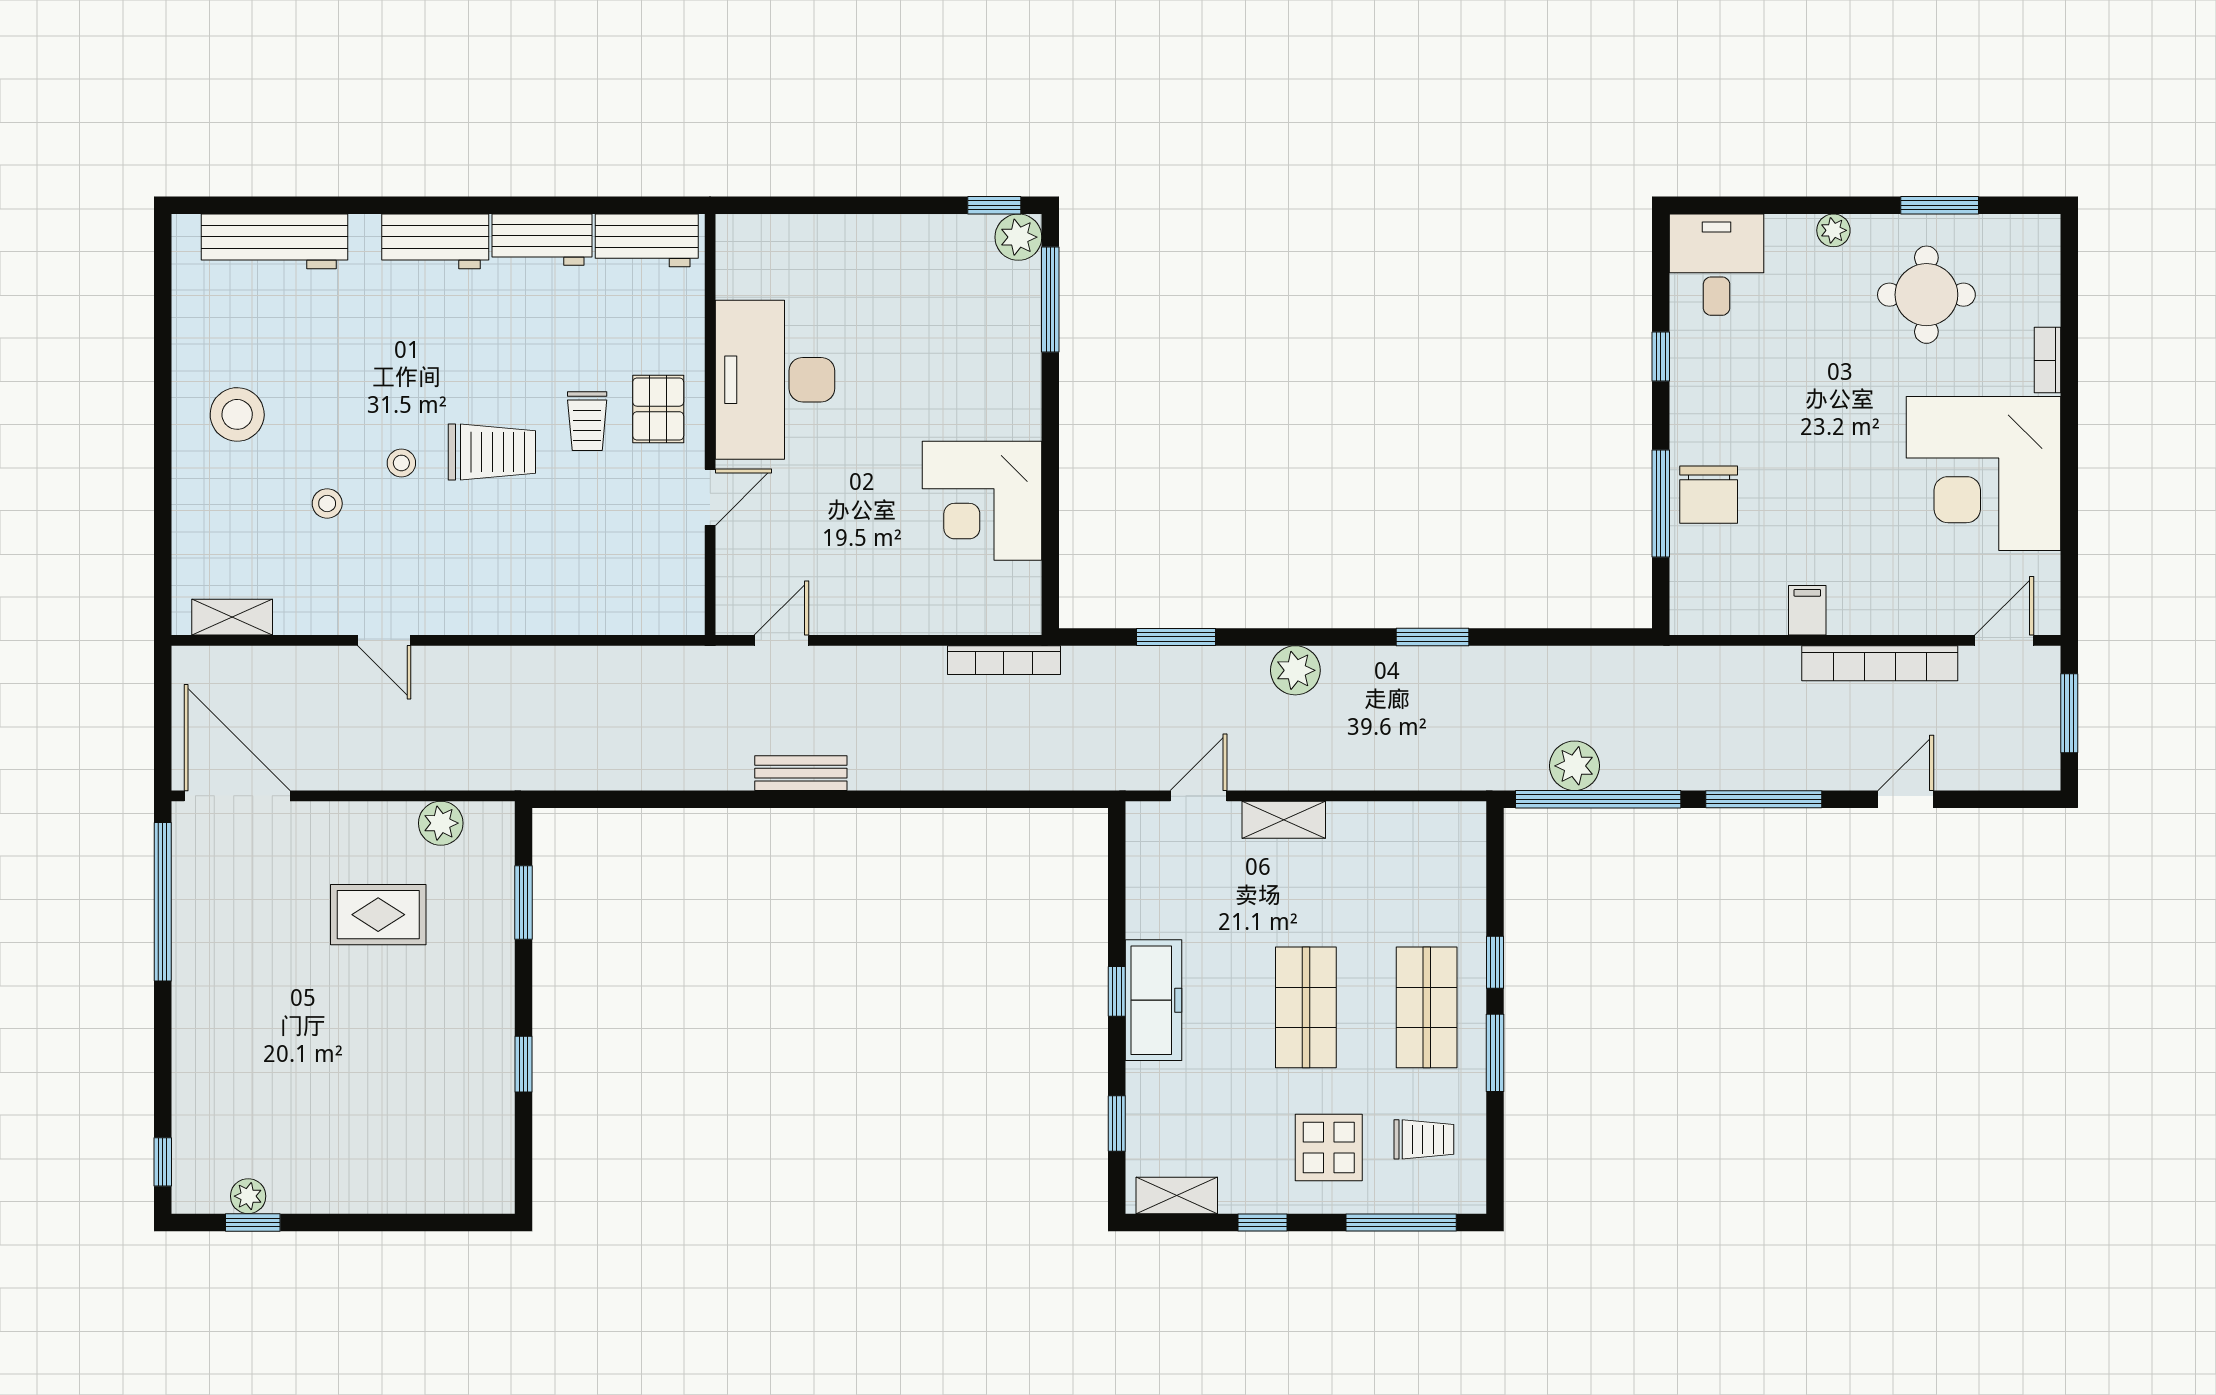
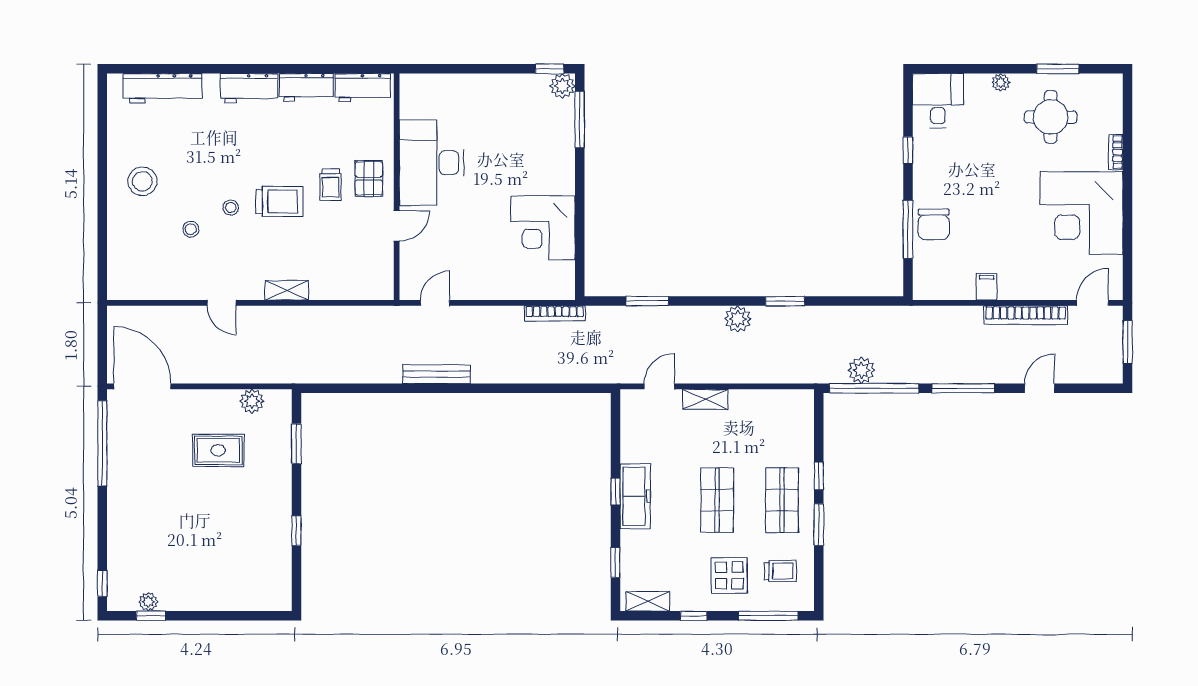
shelving: (232, 617) -> (287, 290), moved
plant: (1295, 670) -> (738, 319), moved
bench: (801, 773) -> (436, 374), width x1.36

